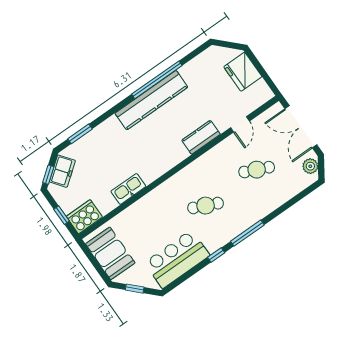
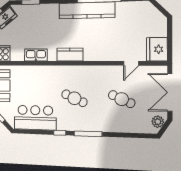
fridge: (243, 72) -> (157, 49), moved
kitchen counter: (201, 137) -> (70, 55), moved

